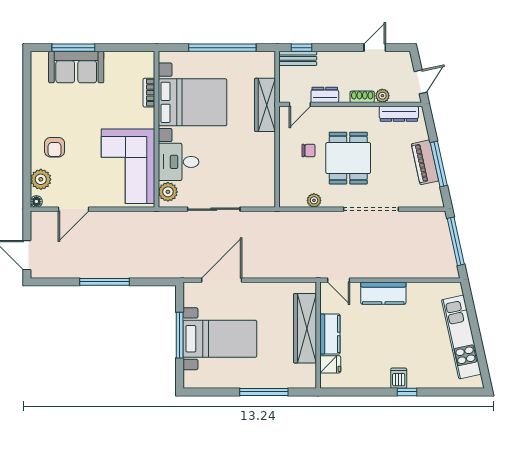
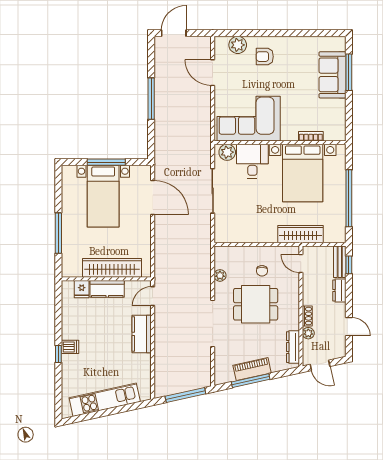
dresser: (325, 95) -> (339, 290), moved, turned 180
floor lamp: (36, 201) -> (219, 41), removed

